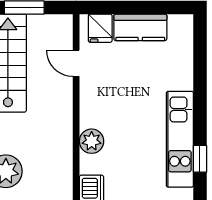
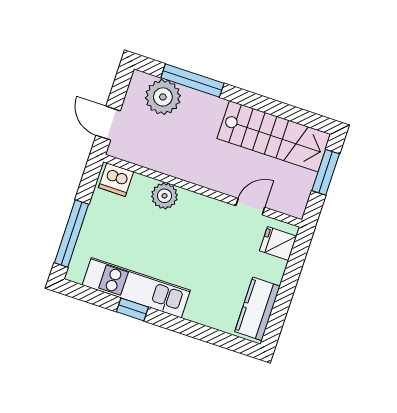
kitchen counter: (140, 27) -> (257, 309), moved
window: (200, 159) -> (132, 309), moved

